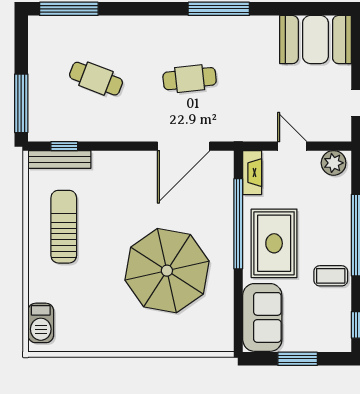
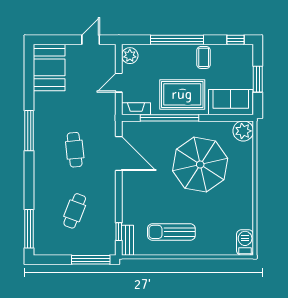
bench: (59, 159) -> (127, 240), width x0.73
barbecue: (41, 323) -> (245, 243), moved, turned -90
plant: (218, 337) -> (243, 131), added

